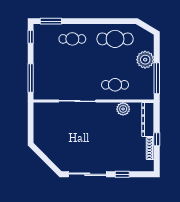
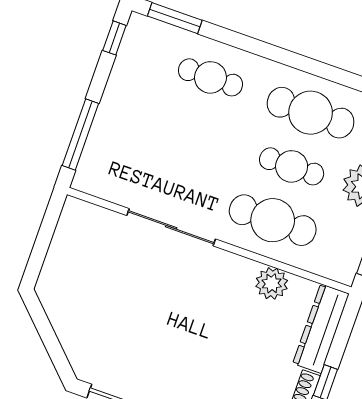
cafe table: (115, 62) -> (292, 166), added
cafe table: (115, 85) -> (273, 220), width x1.37, depth x1.35

